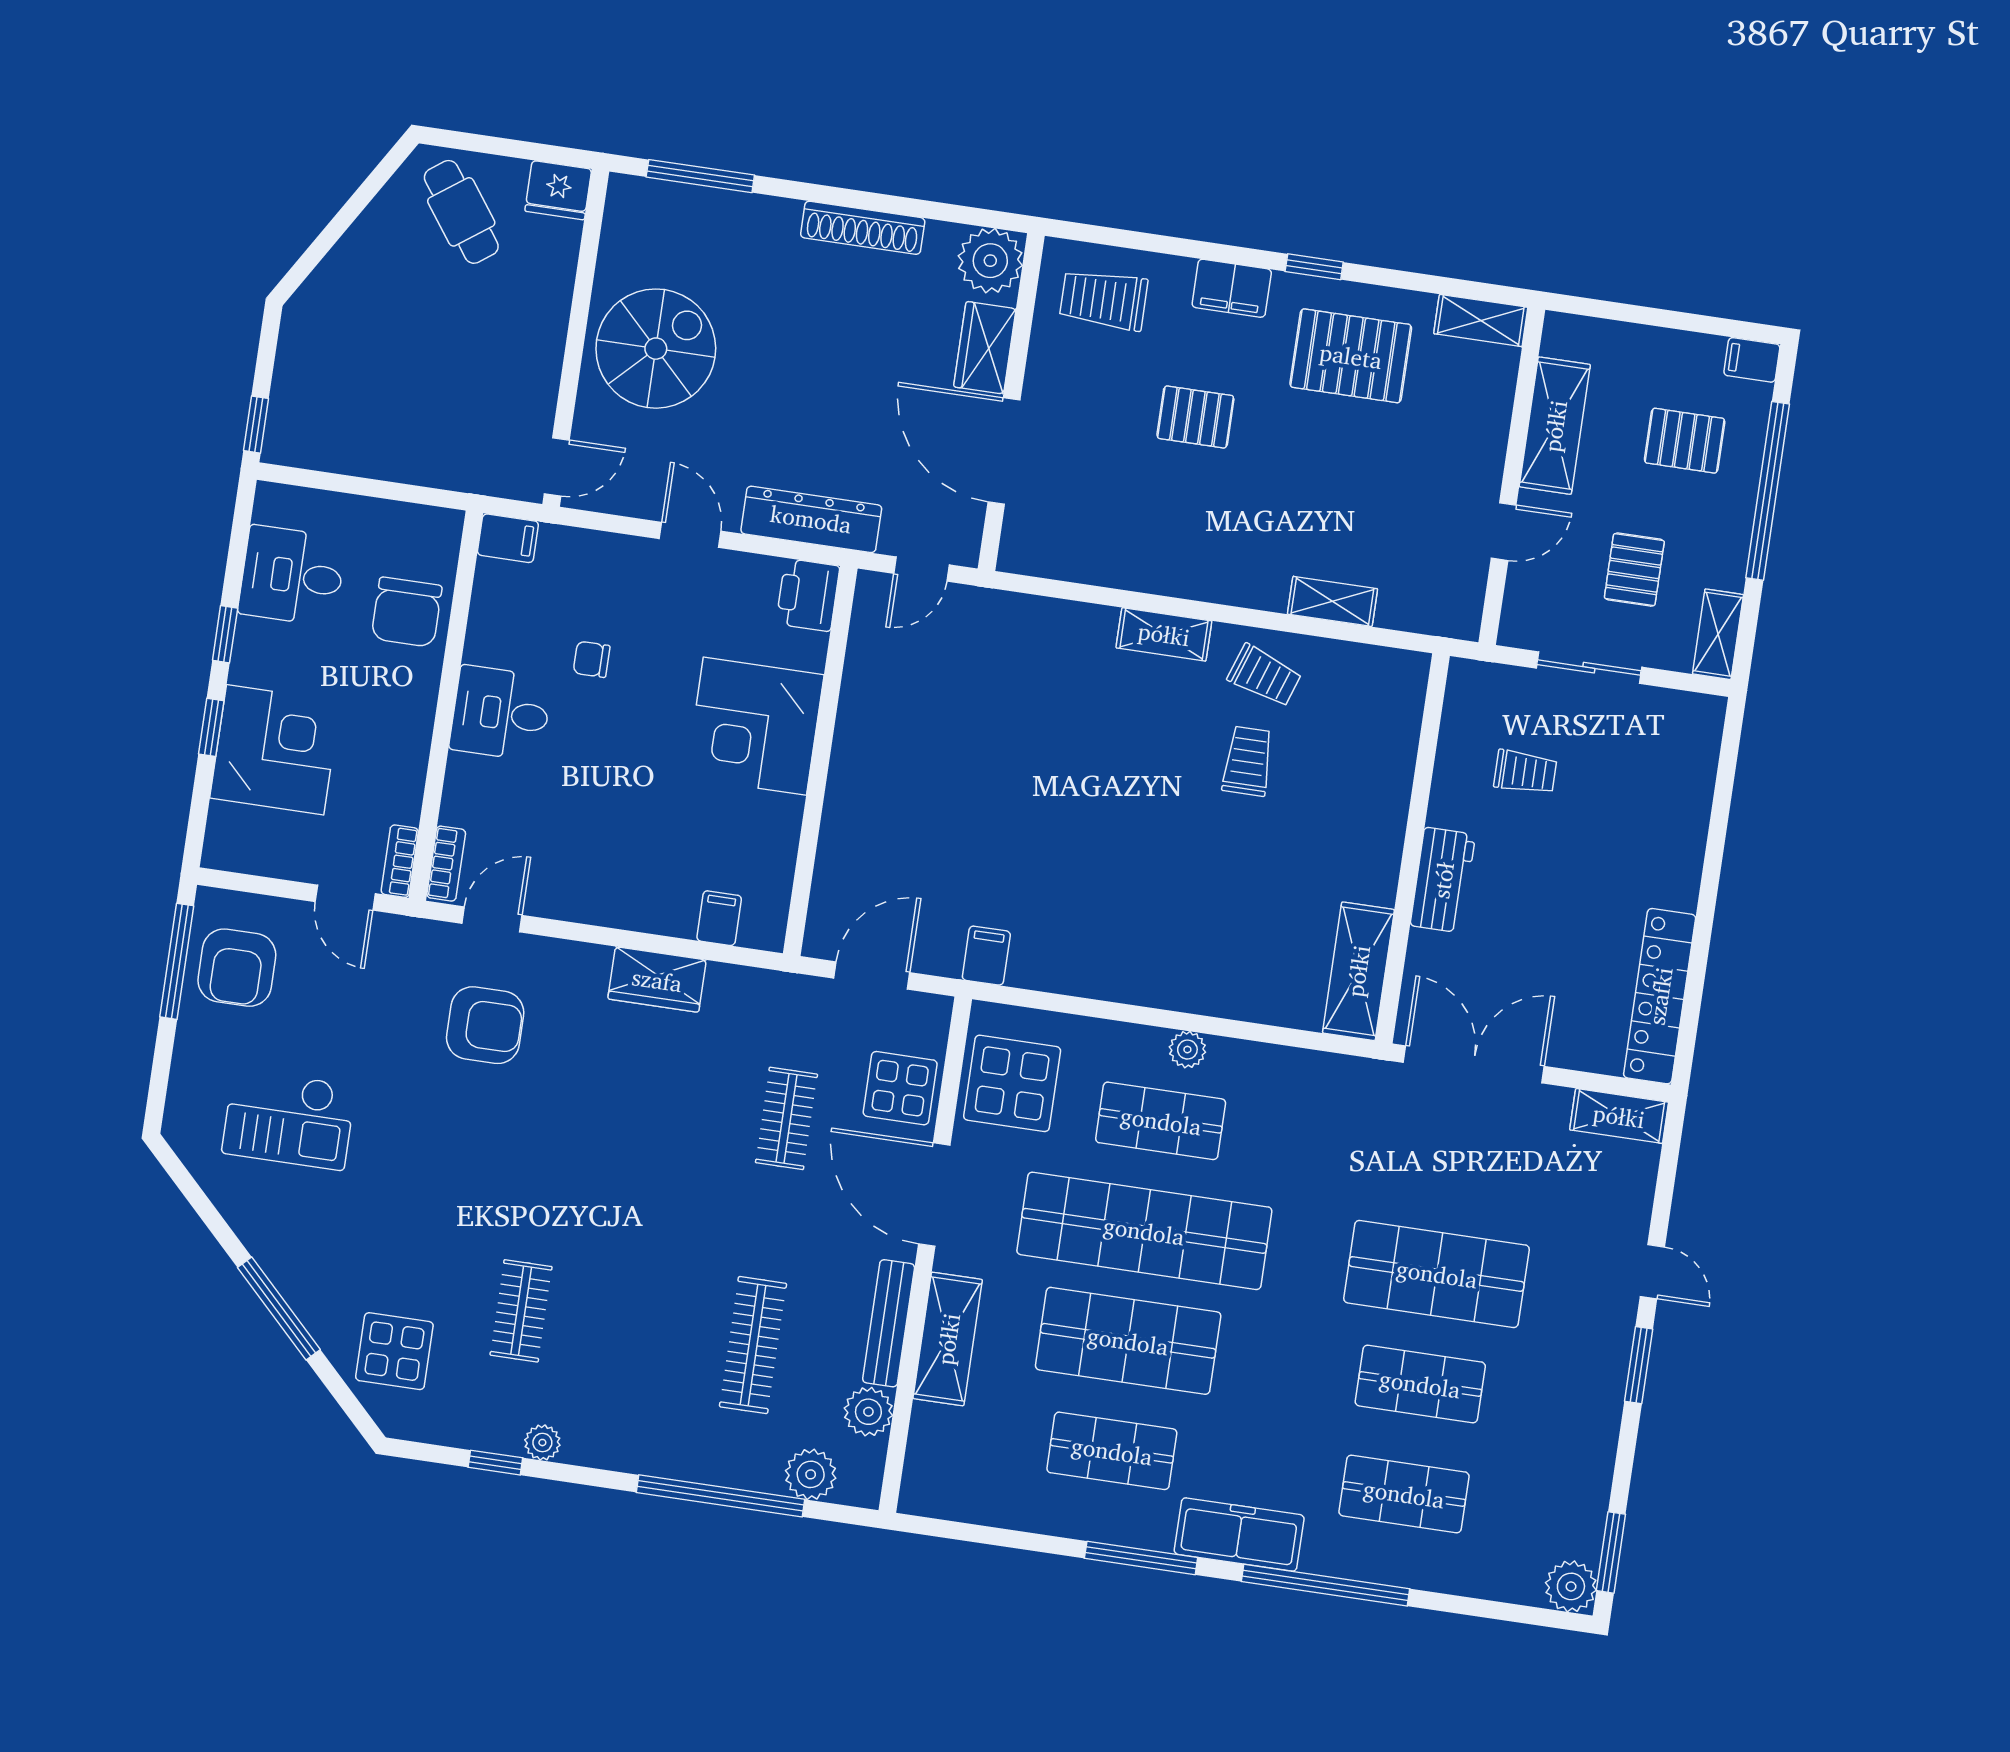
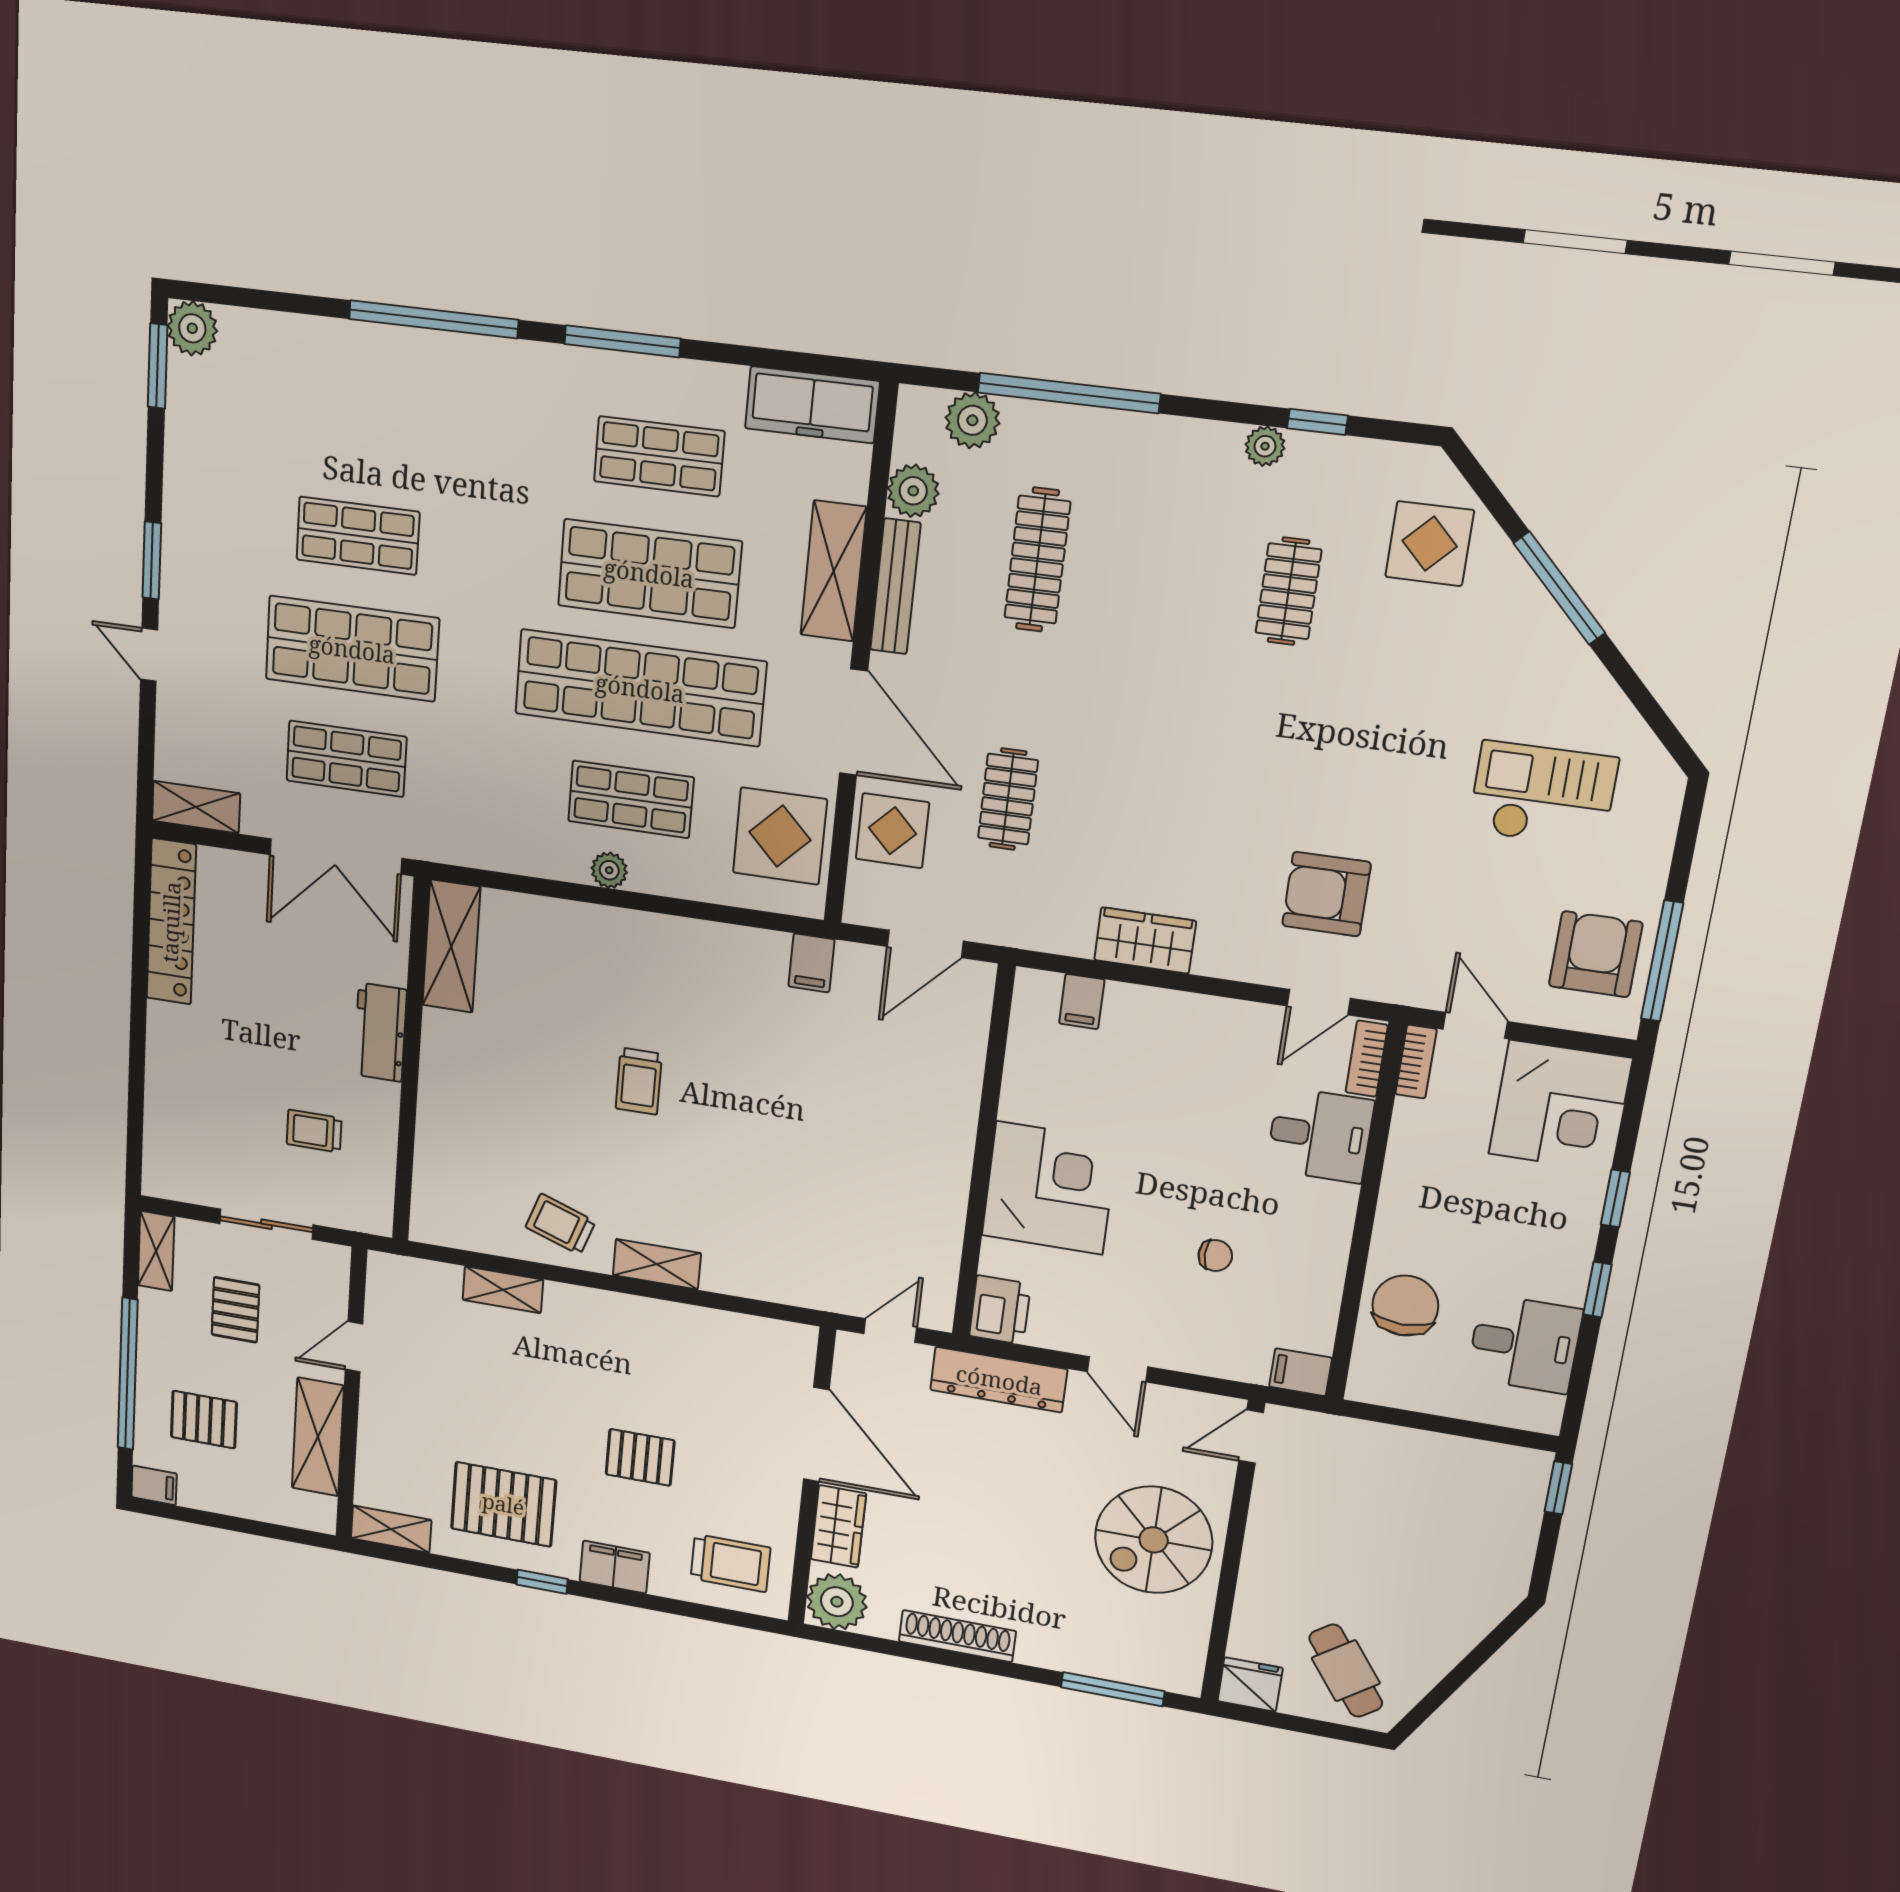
desk: (501, 713) -> (1320, 1135), moved
corner desk: (275, 750) -> (1560, 1106), moved, turned -90
trolley: (1248, 761) -> (639, 1081), moved
shop shelf: (1404, 1494) -> (346, 759), moved
freezer: (1239, 1535) -> (812, 405), moved

